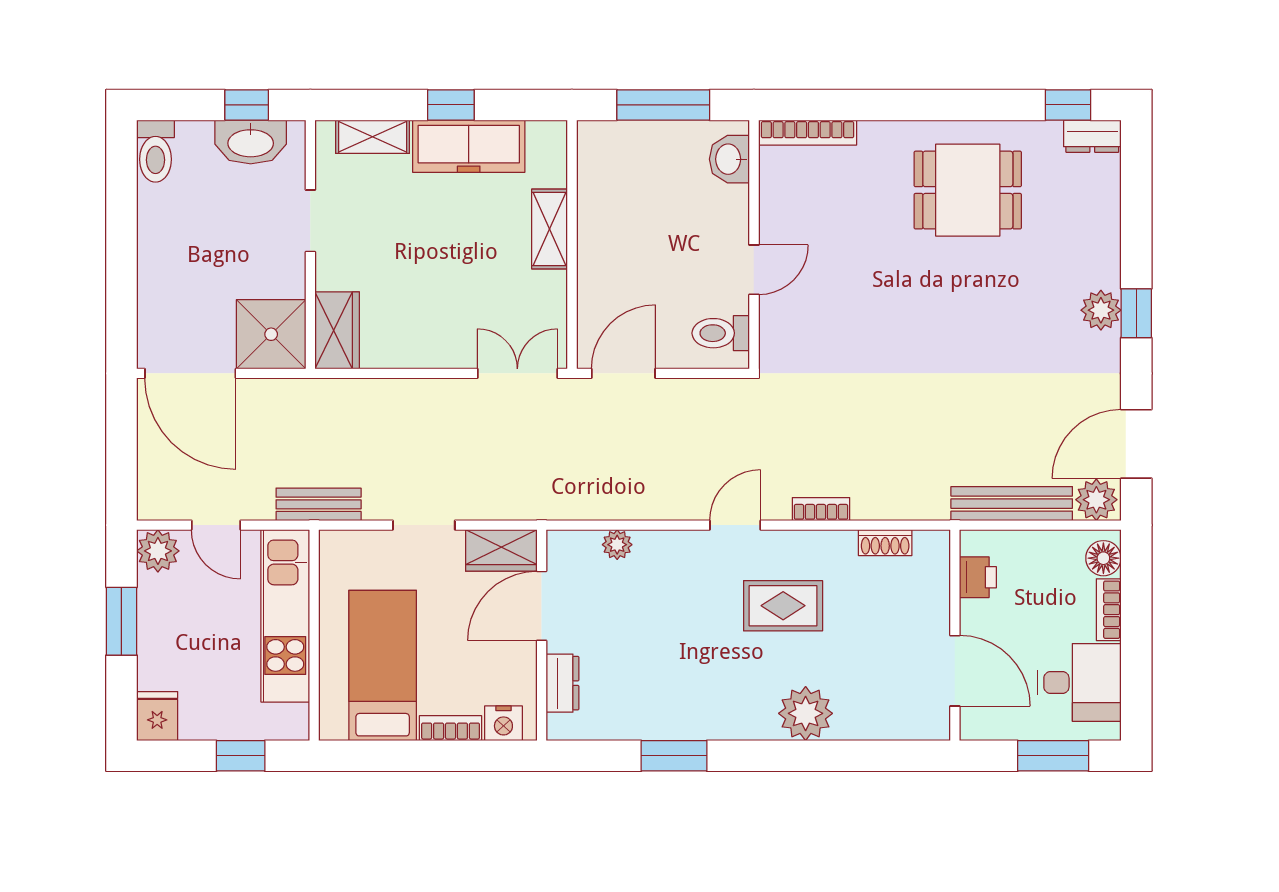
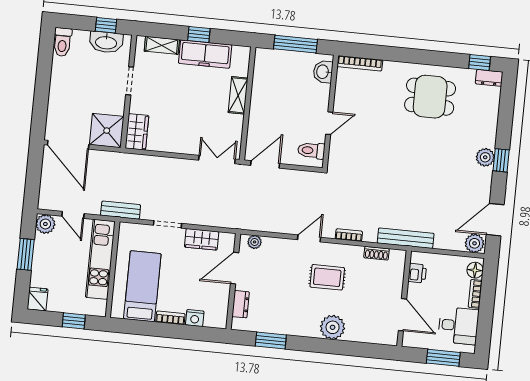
bench: (1012, 504) -> (406, 238), moved
door: (542, 606) -> (235, 268), moved
wall: (542, 635) -> (233, 281), moved
dresser: (562, 683) -> (241, 304), moved

